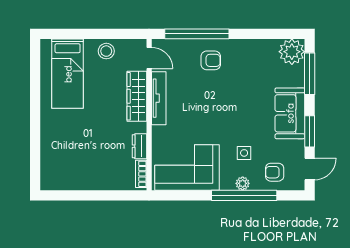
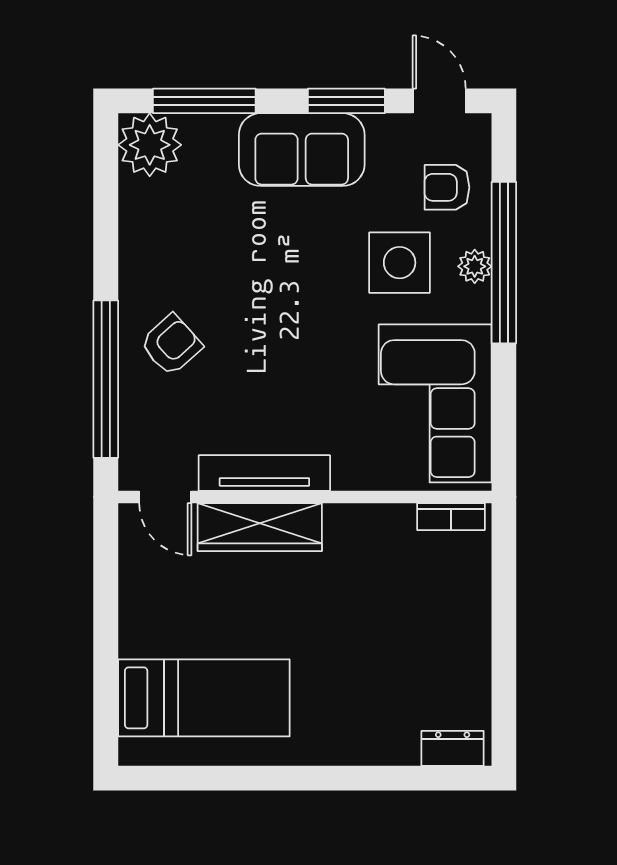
stool: (106, 51) -> (148, 602), removed
door: (149, 58) -> (165, 497), swing flipped
armchair: (211, 60) -> (171, 345), turned 48
dresser: (139, 146) -> (453, 748), moved, turned 180
side table: (244, 153) -> (400, 263), width x1.87, depth x1.87
armchair: (275, 172) -> (447, 187), turned 90

